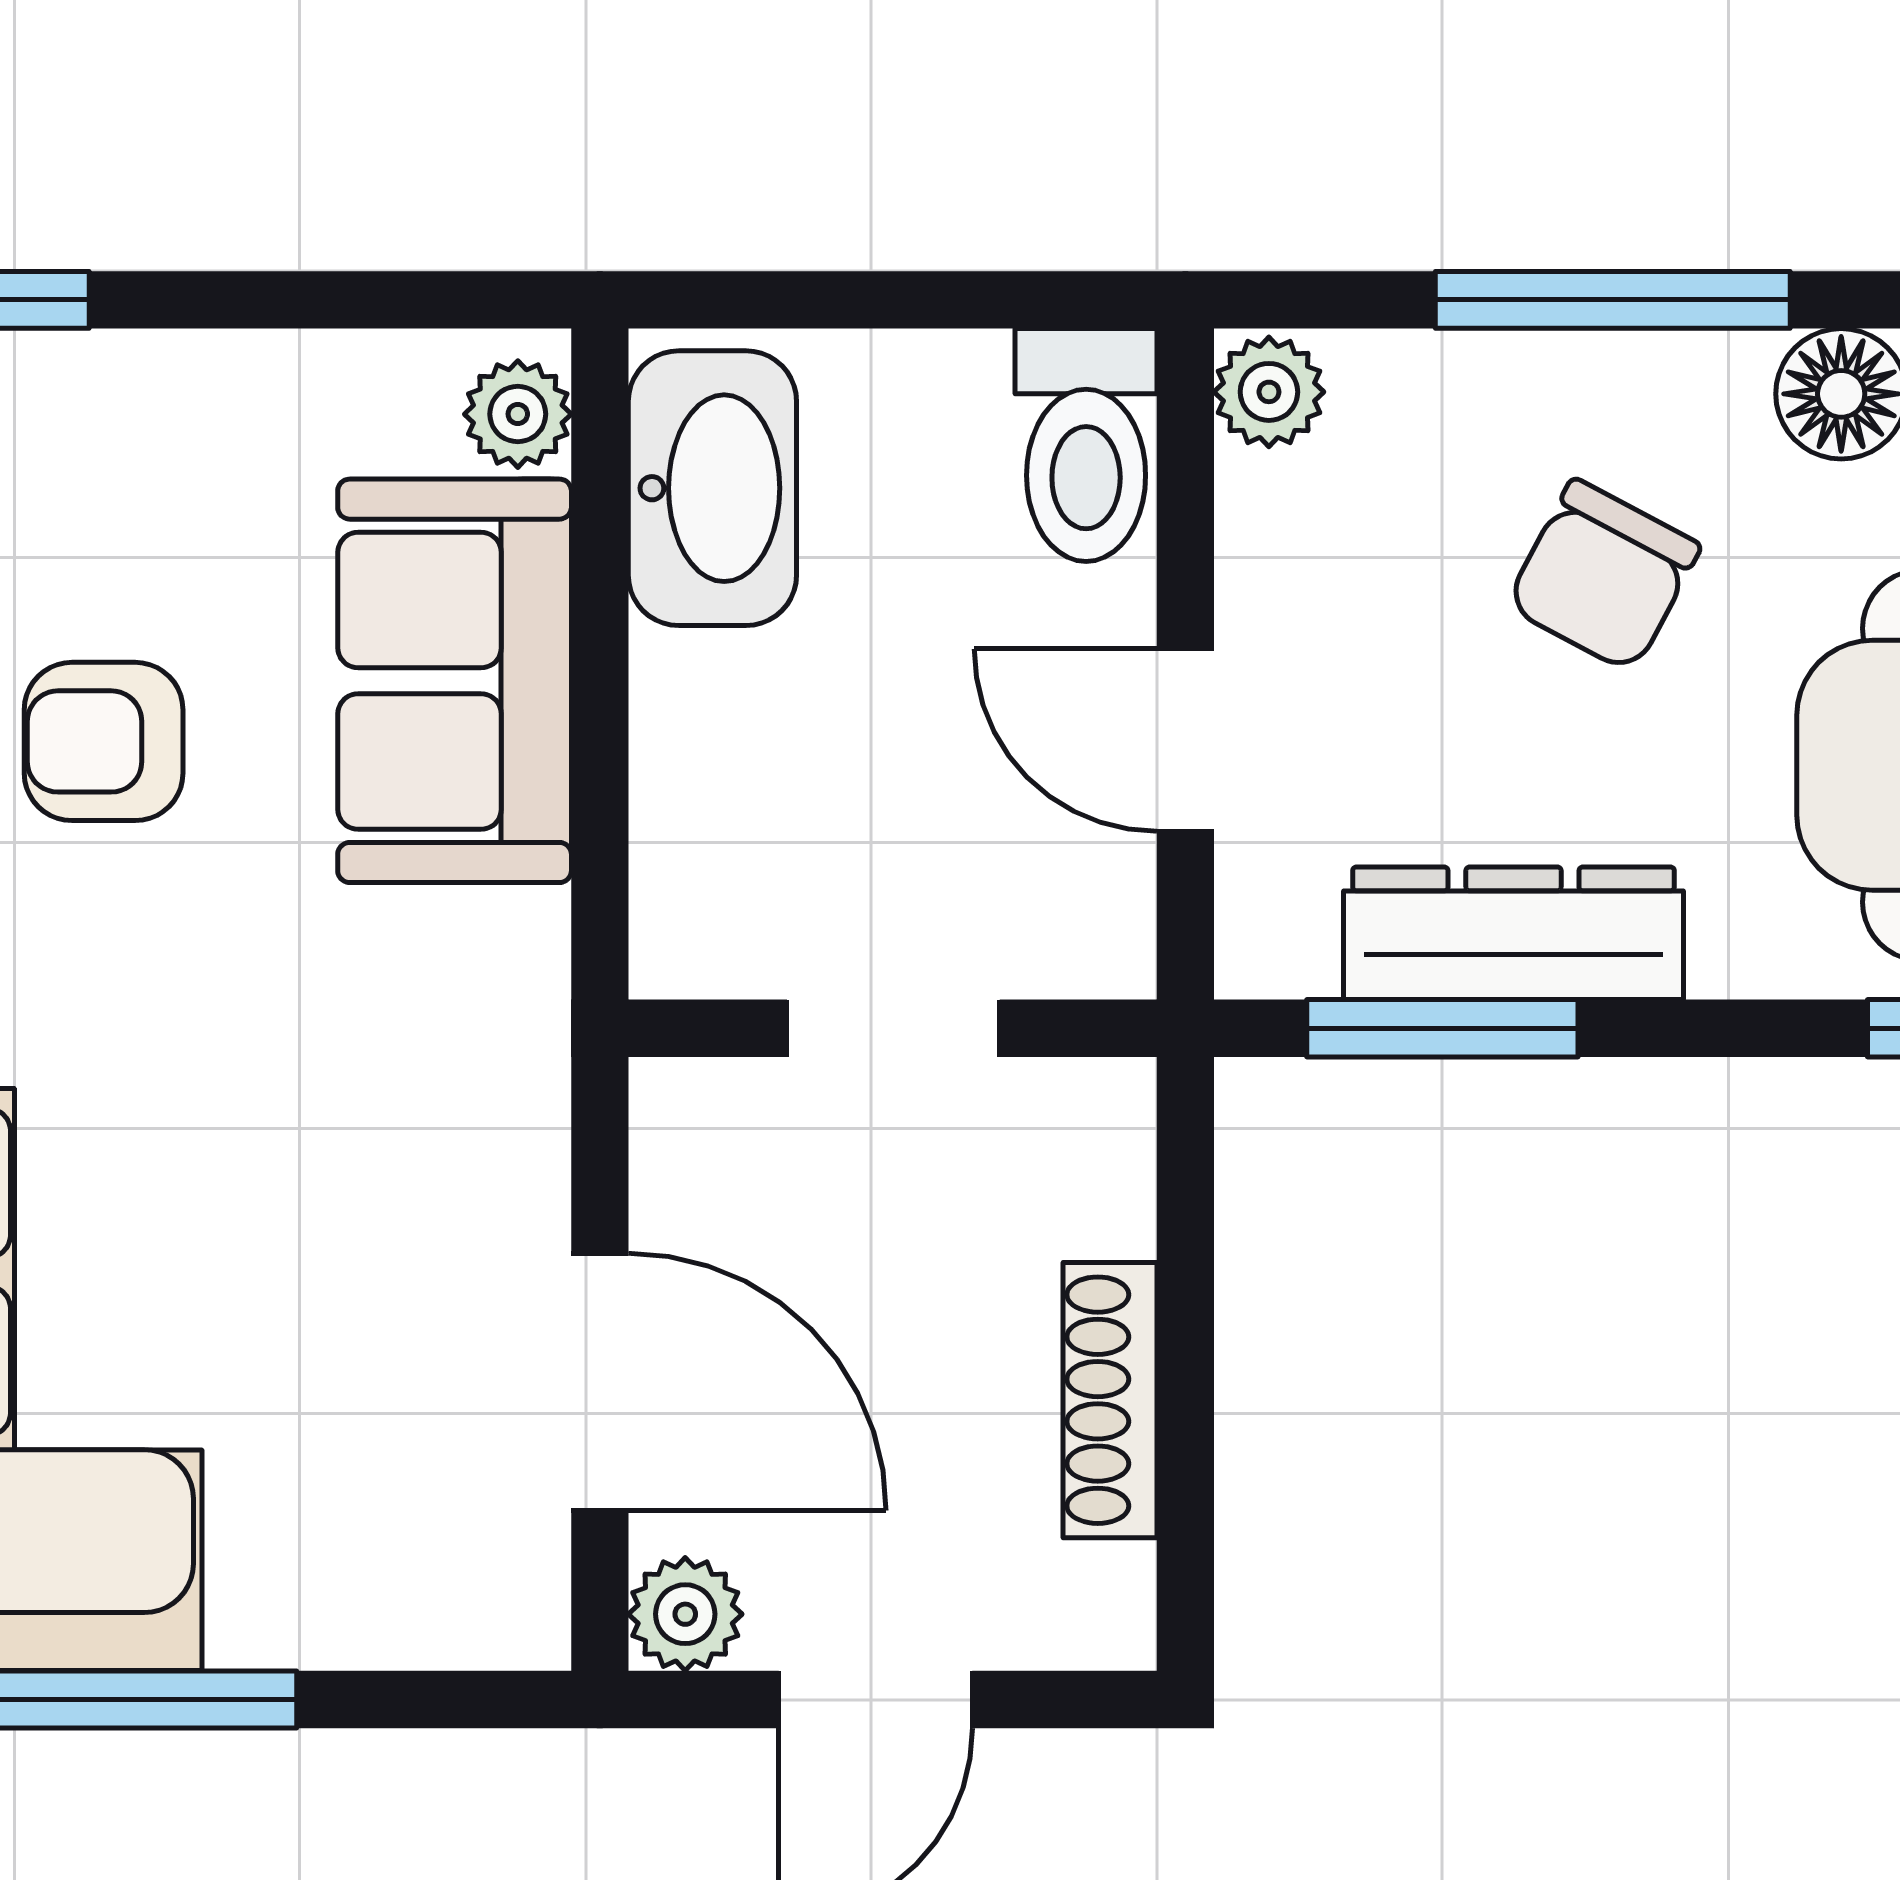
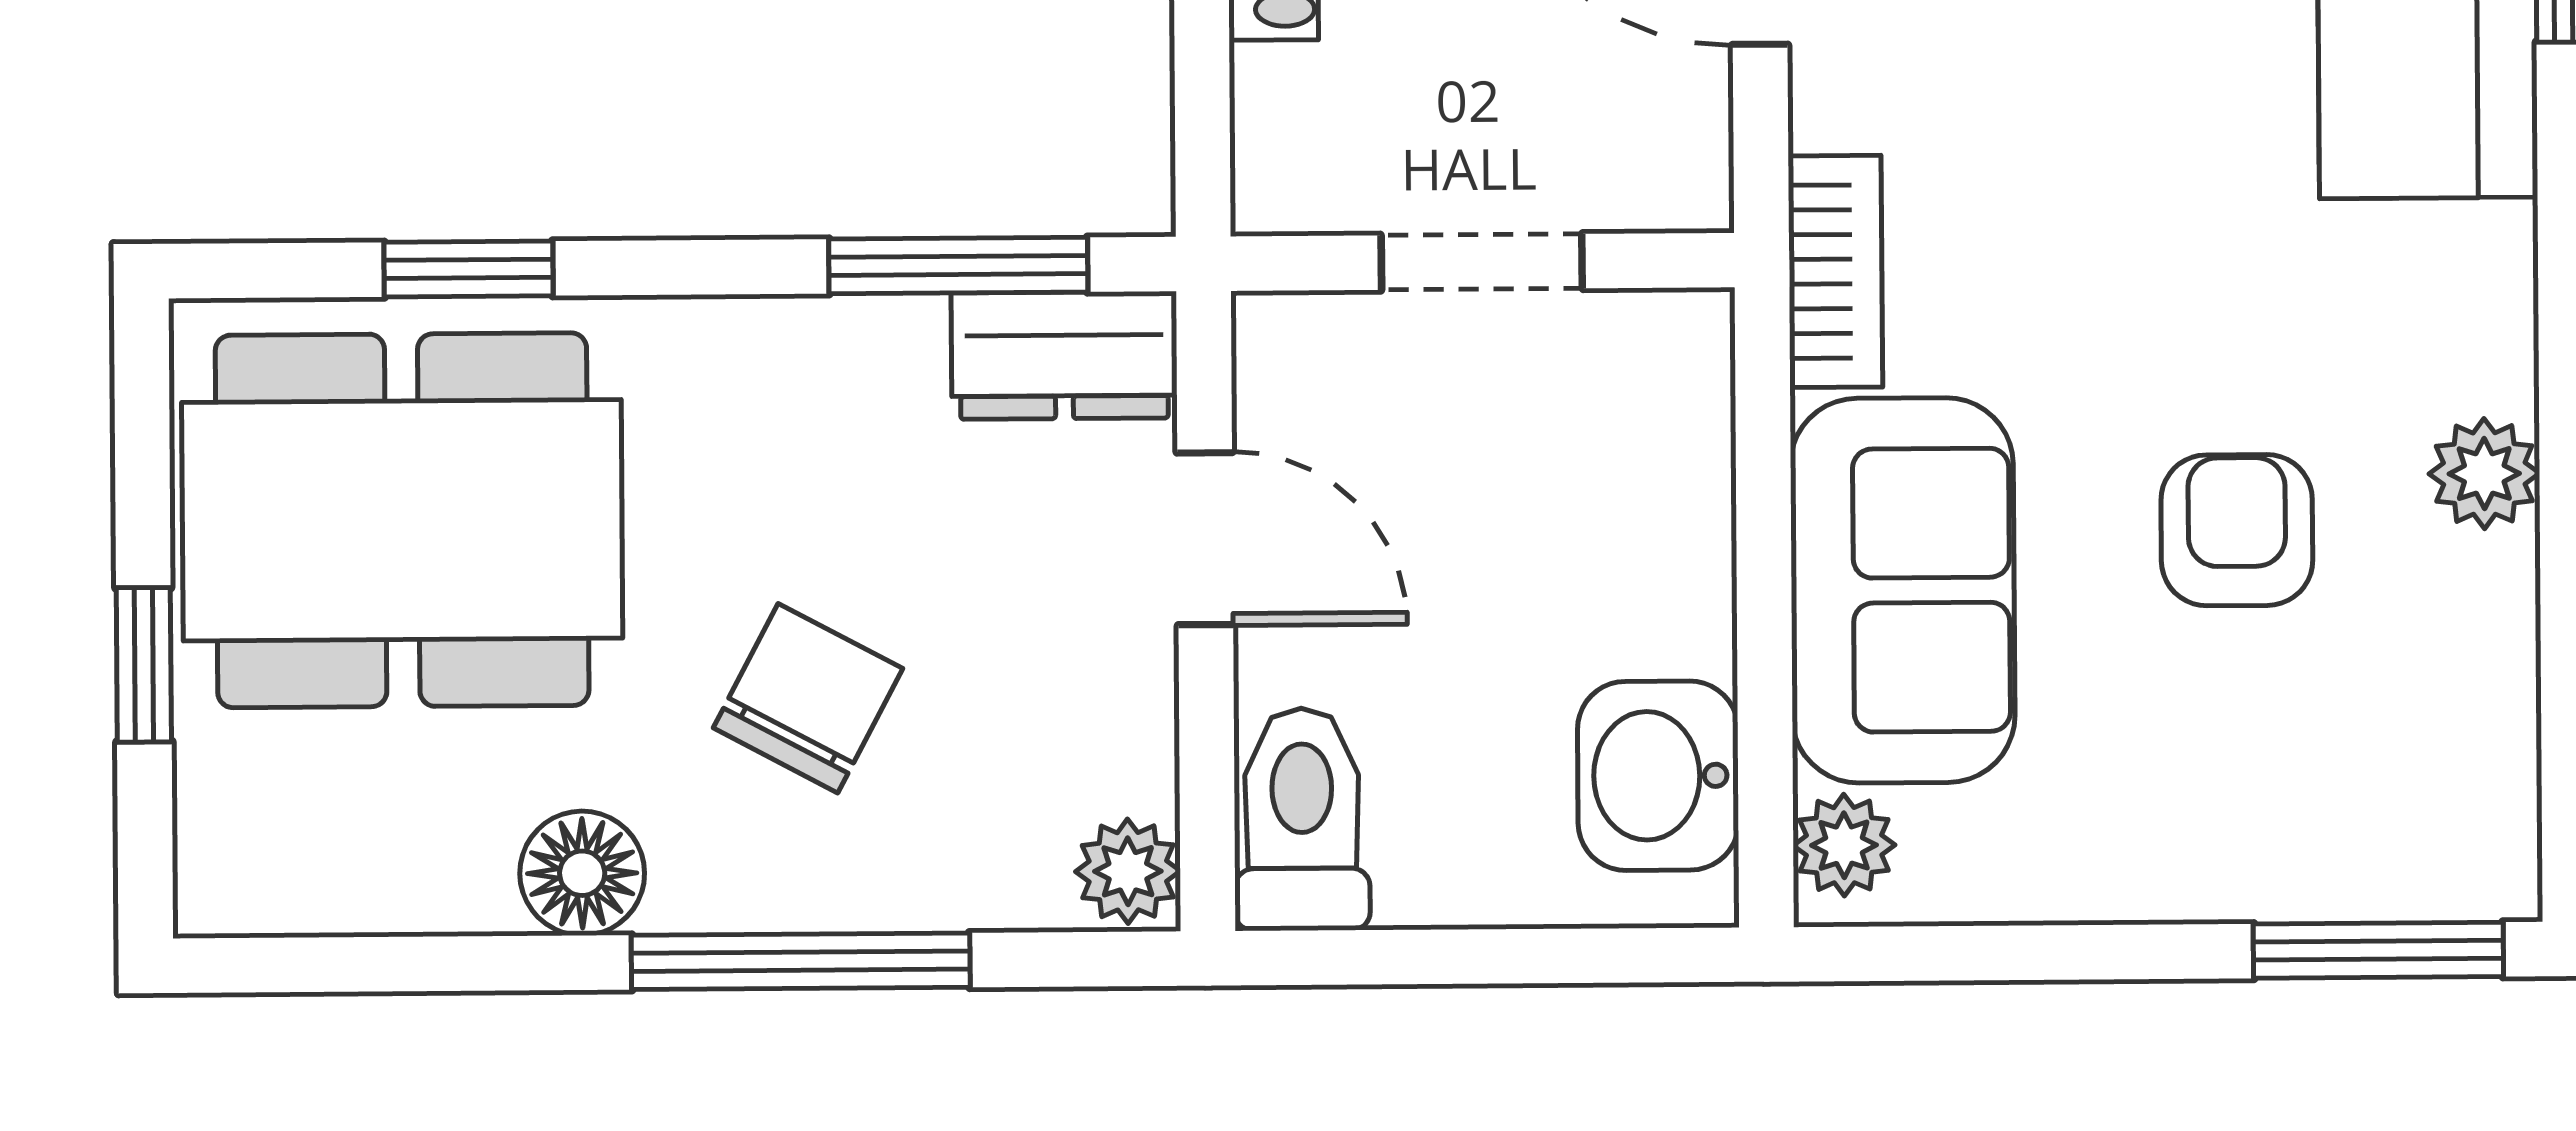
washbasin: (712, 488) -> (1658, 776), width x0.72
armchair: (104, 741) -> (2237, 530), turned -90
dresser: (1513, 933) -> (1064, 355), moved, width x0.70
bookcase: (523, 1016) -> (1835, 271), added

